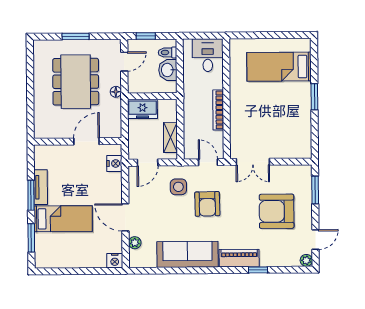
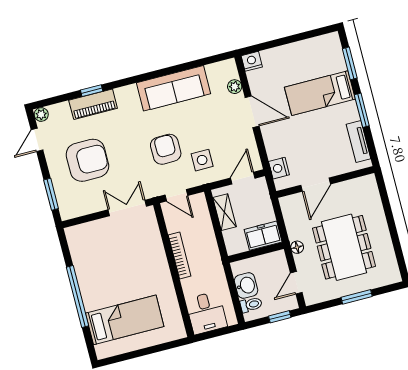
window: (314, 97) -> (78, 297), width x2.11
tv unit: (41, 187) -> (359, 141), moved
piano: (239, 258) -> (93, 104), moved

